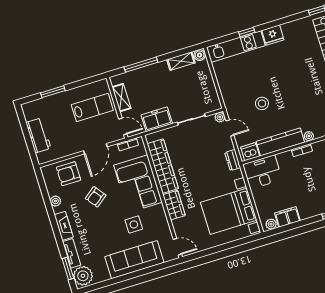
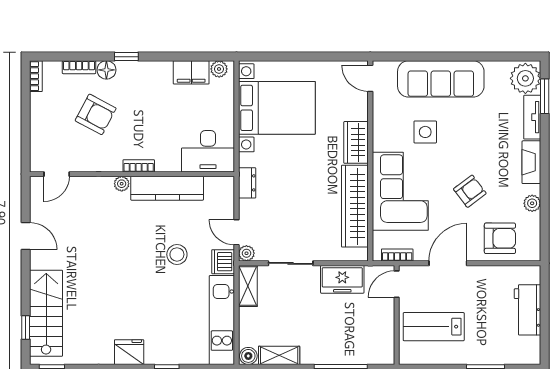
kitchen unit: (236, 46) -> (222, 320), moved, turned -90
shelving: (121, 98) -> (248, 286), moved
door: (123, 126) -> (397, 284), hinge flipped
dishwasher: (250, 152) -> (223, 262), moved, turned 90

